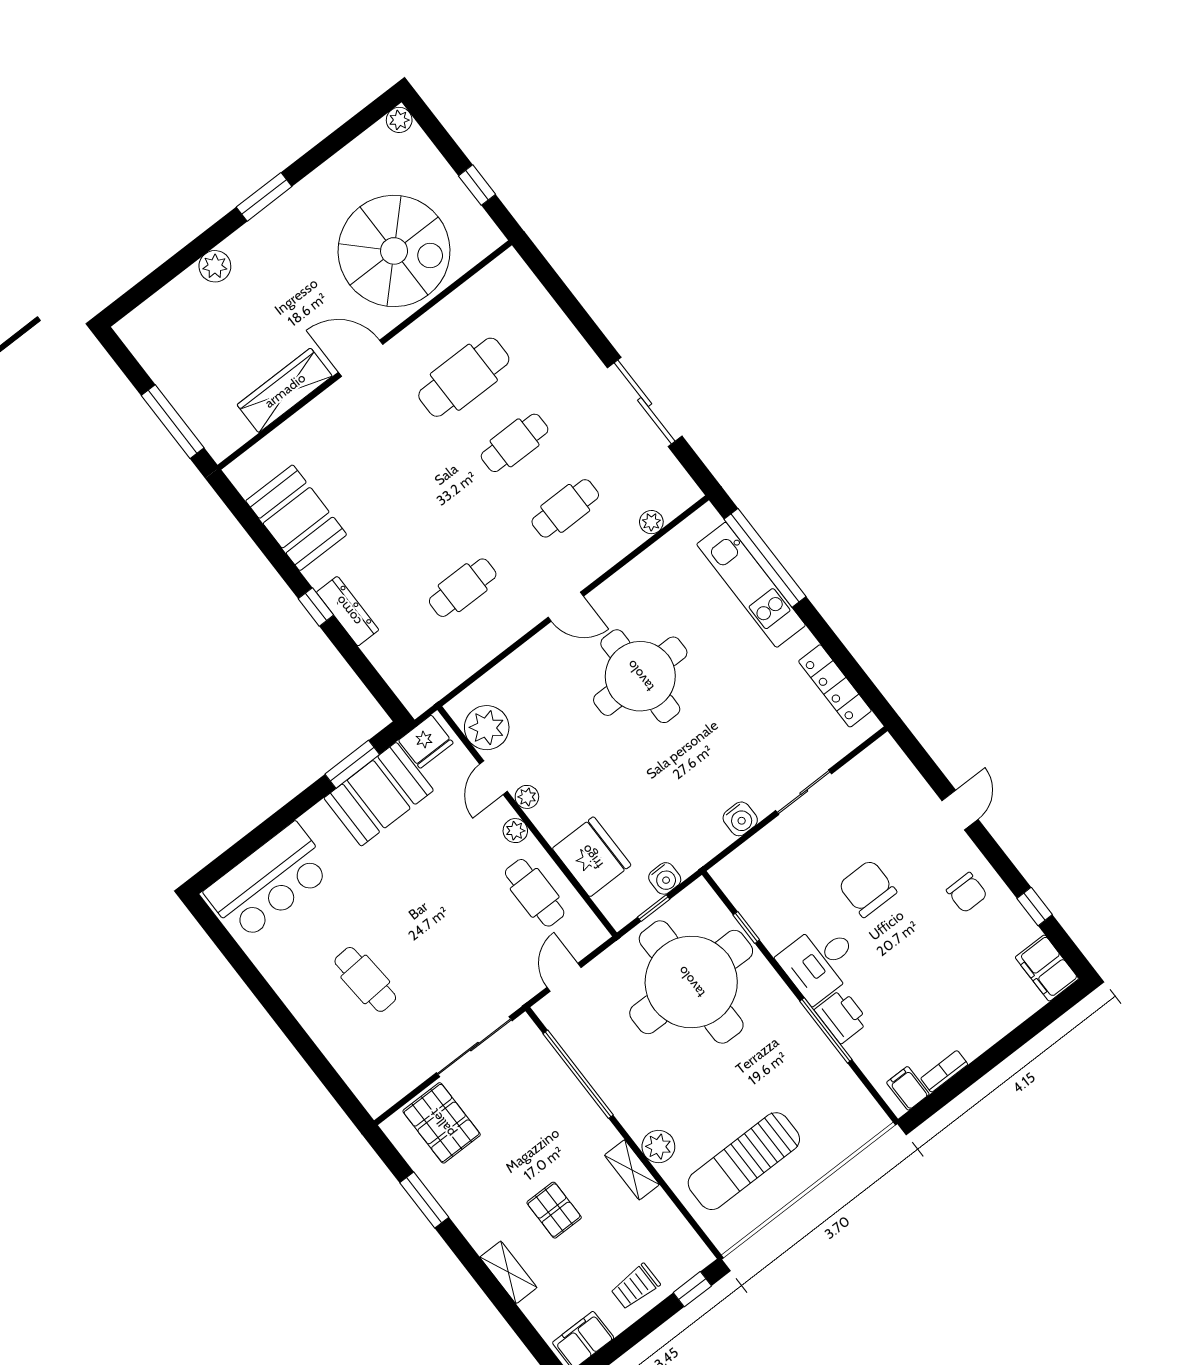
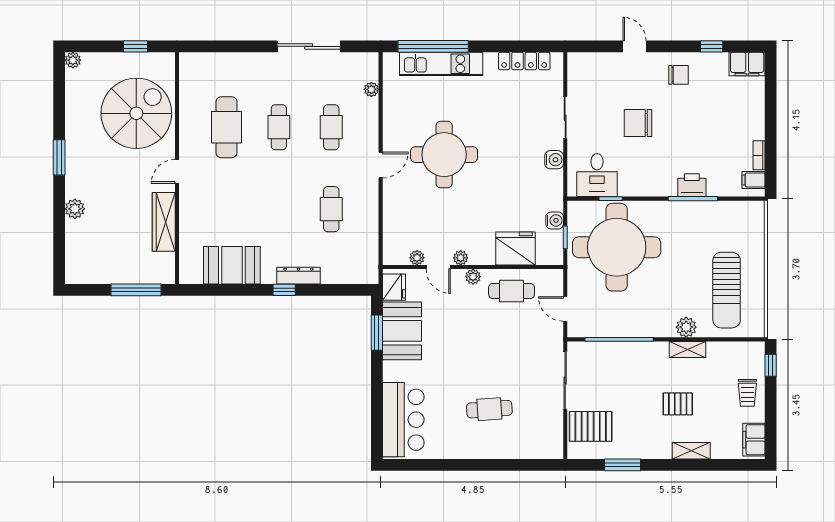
door: (361, 358) -> (177, 171), width x0.73
plant: (487, 728) -> (417, 258), width x0.53, depth x0.53
desk: (820, 962) -> (597, 175), moved

